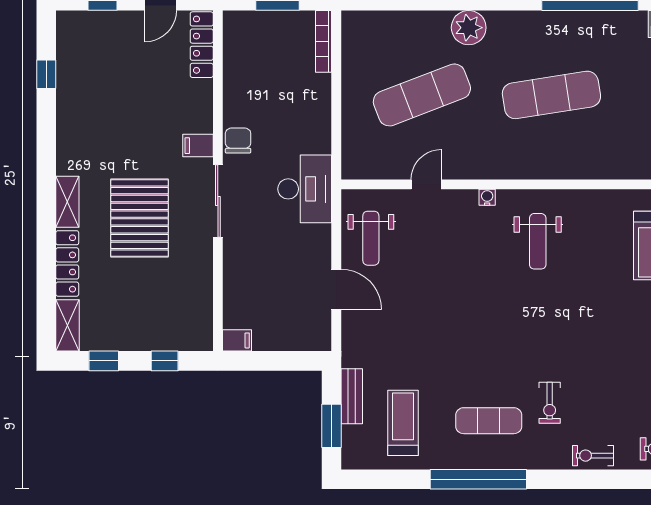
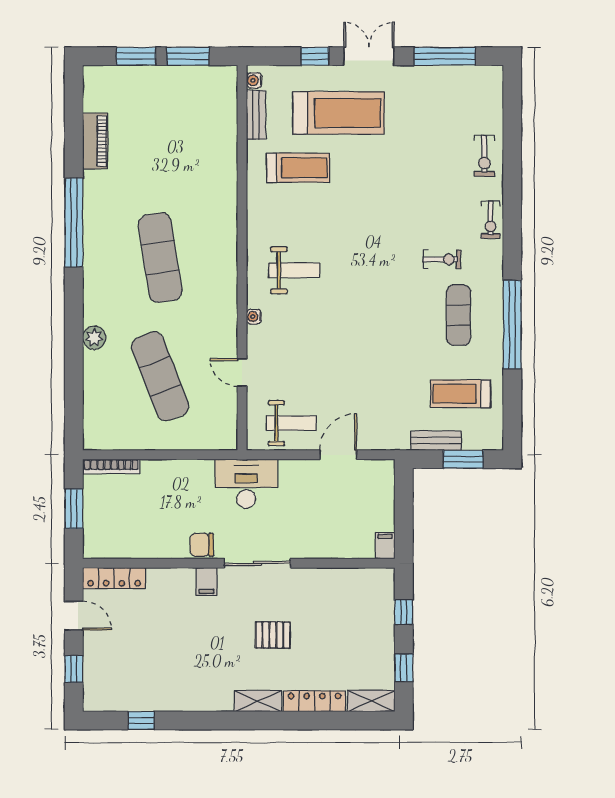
plant: (469, 28) -> (94, 338), width x0.73, depth x0.73
pallet: (140, 218) -> (273, 635), width x0.49, depth x0.50

